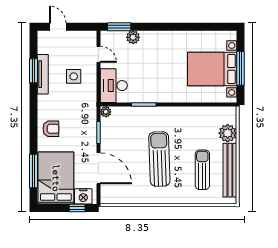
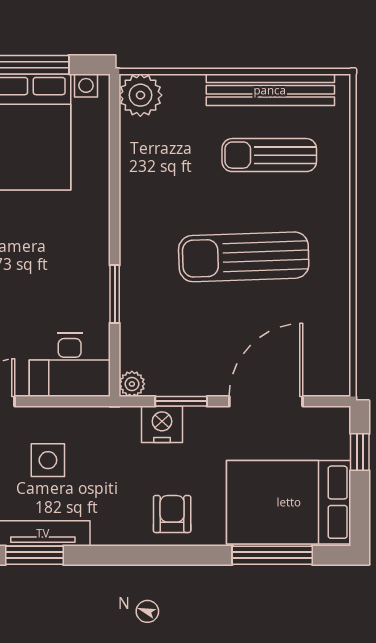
plant: (228, 133) -> (140, 95), moved
nightstand: (83, 196) -> (162, 424), moved, turned -90

